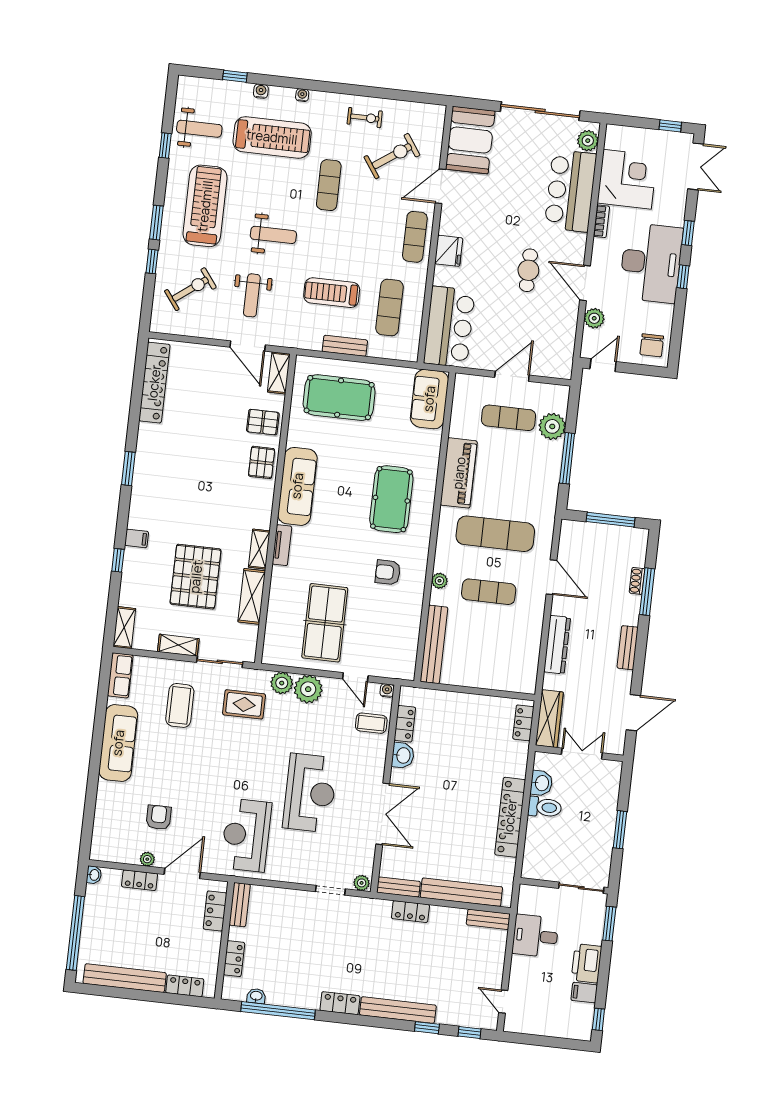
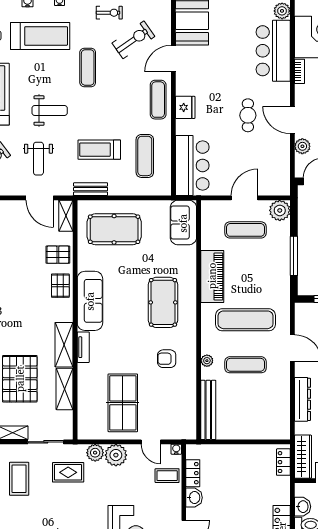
bench: (345, 346) -> (91, 189), moved
plant: (552, 426) -> (280, 210), moved
shelving: (259, 549) -> (64, 345), width x1.50, depth x1.33

